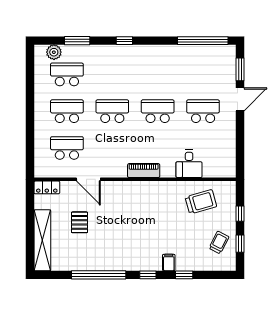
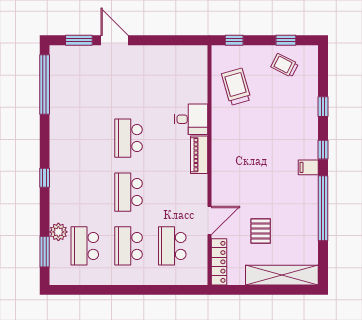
window: (77, 41) -> (45, 252), moved
plant: (54, 52) -> (58, 232), moved
school desk: (203, 111) -> (128, 84), removed
desk: (189, 164) -> (191, 119), moved
locker: (47, 187) -> (219, 262), width x1.53
window: (240, 214) -> (234, 40), moved
pallet: (79, 222) -> (261, 231), turned 90
filing cabinet: (169, 263) -> (308, 167), moved

